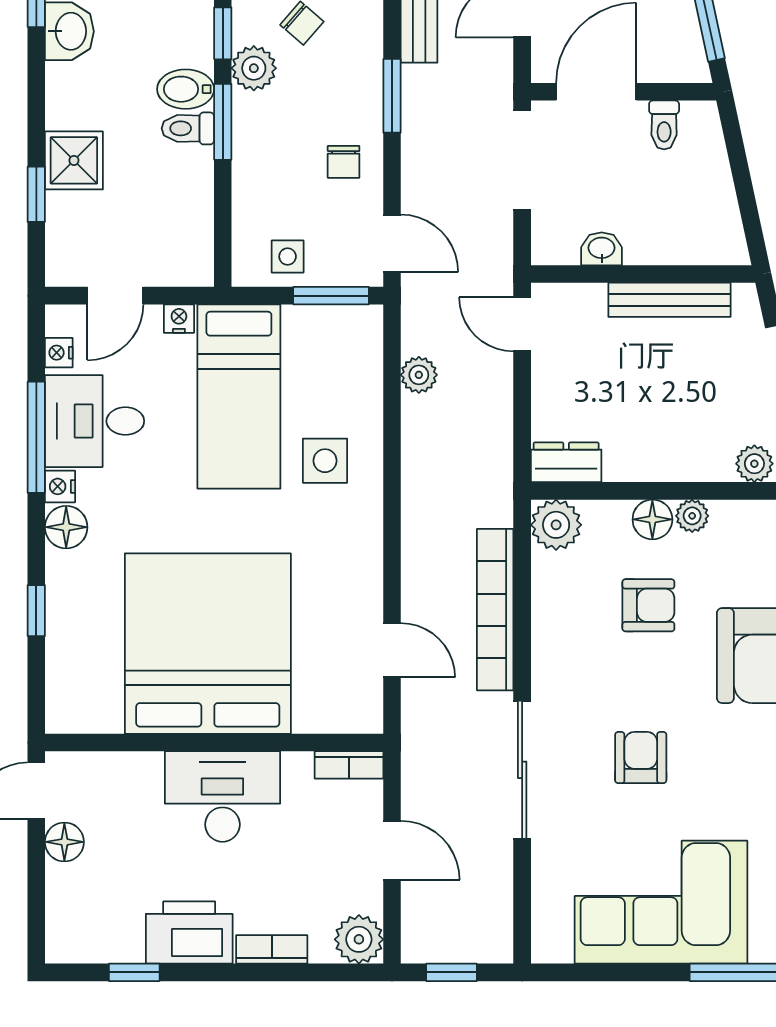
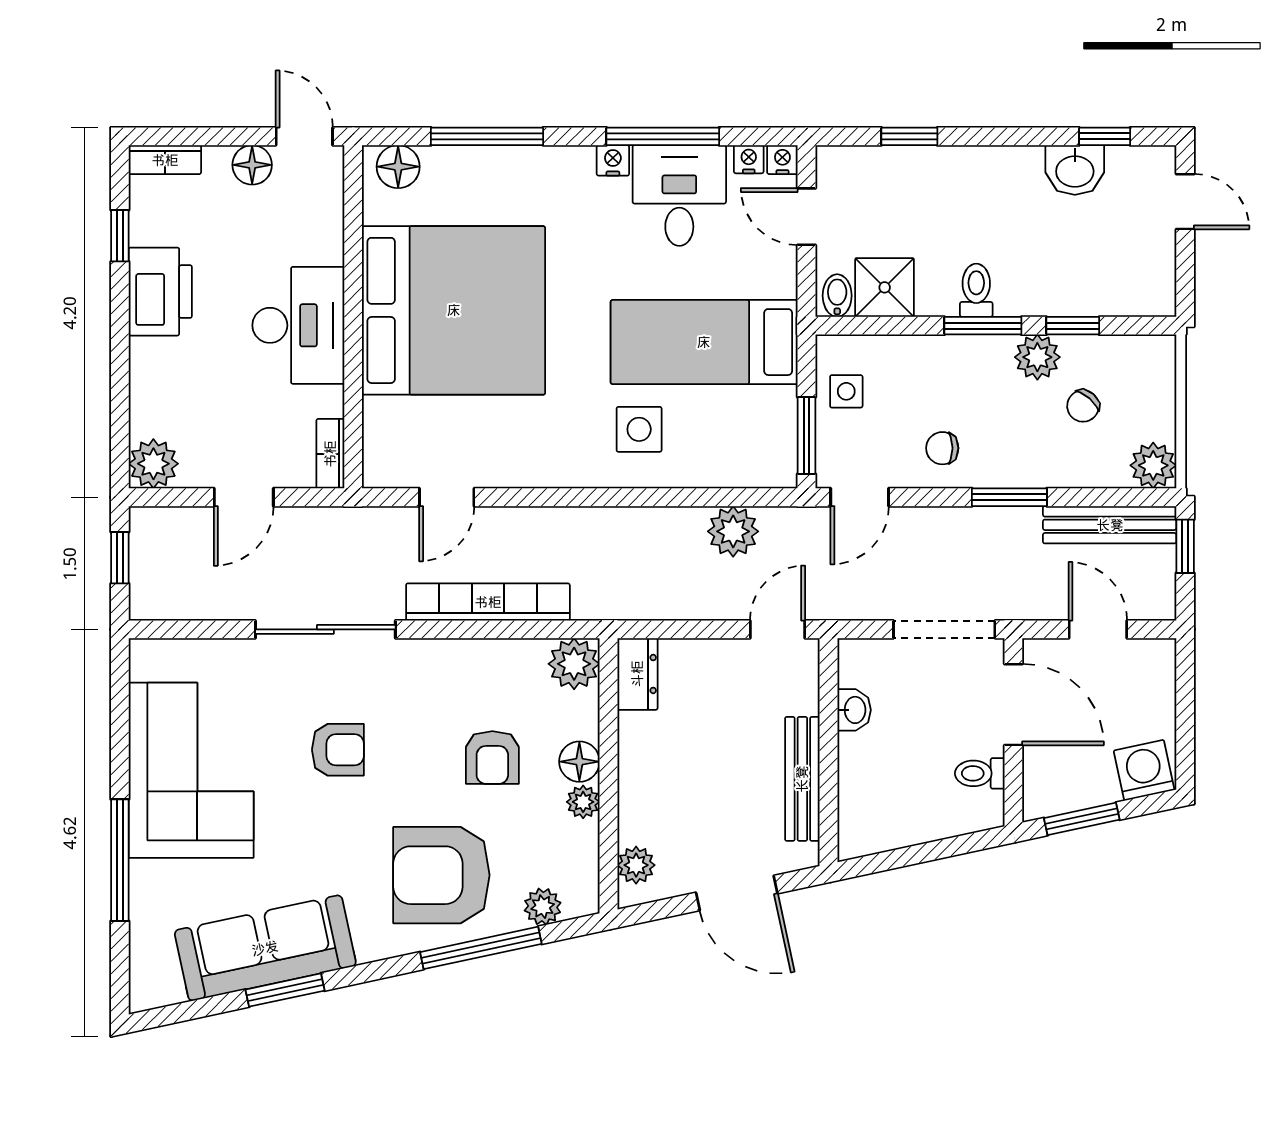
bidet: (186, 89) -> (837, 296), moved, width x0.72, depth x0.74
shower: (74, 160) -> (885, 287), moved
nightstand: (179, 319) -> (782, 160), moved, turned -90
plant: (419, 375) -> (733, 531), width x1.38, depth x1.38
floor lamp: (66, 527) -> (398, 167), moved
window: (36, 611) -> (487, 136), width x2.17
bookcase: (272, 949) -> (165, 160), moved, turned 90

